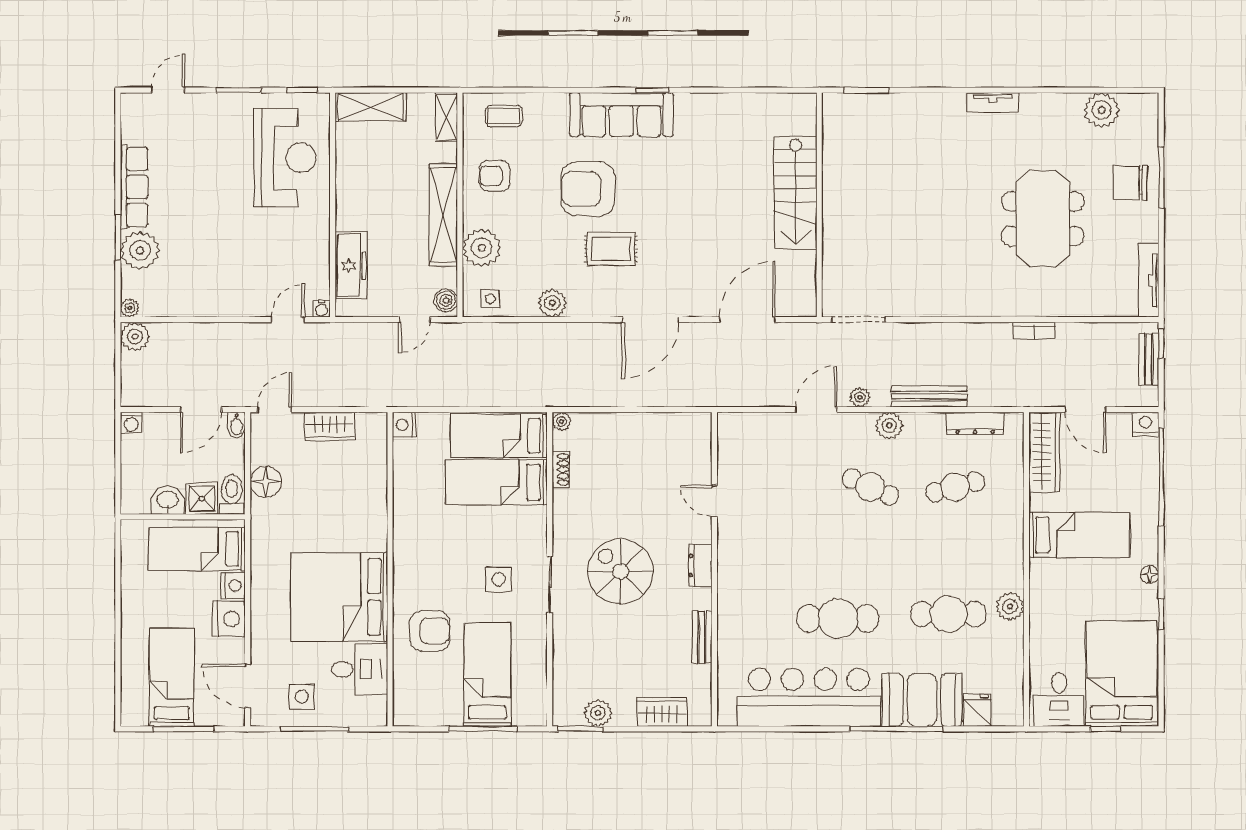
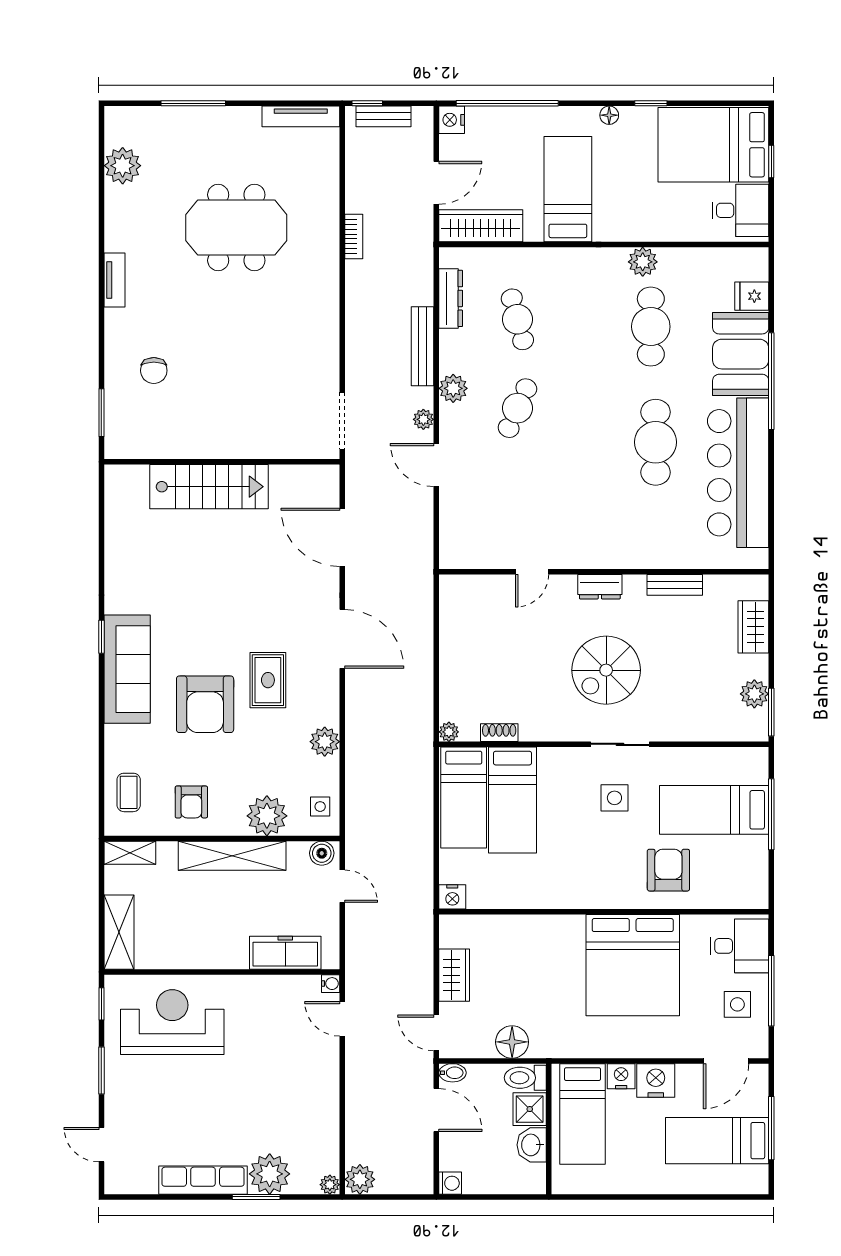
chair: (1130, 182) -> (154, 371), moved, width x0.73, depth x0.73
desk: (360, 669) -> (739, 946), moved, turned 90

